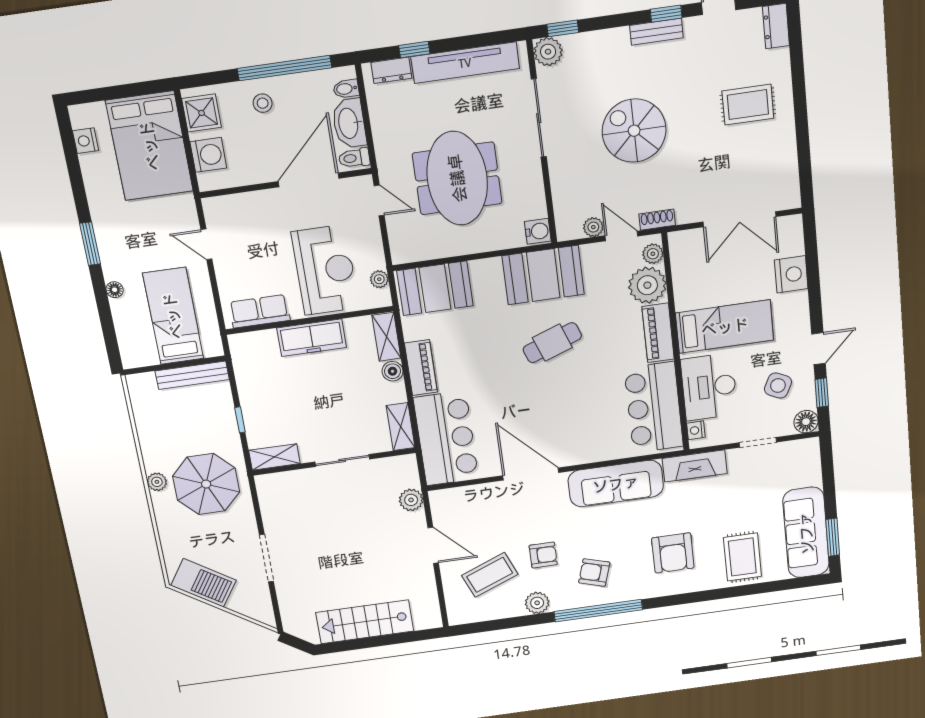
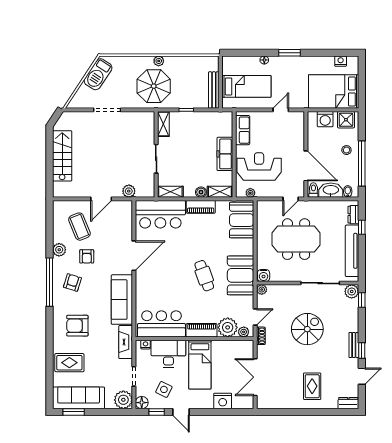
plant: (593, 227) -> (262, 290), moved
reception desk: (325, 270) -> (259, 167), turned 180
plant: (803, 455) -> (123, 400), added

